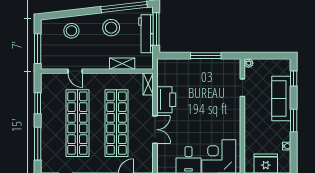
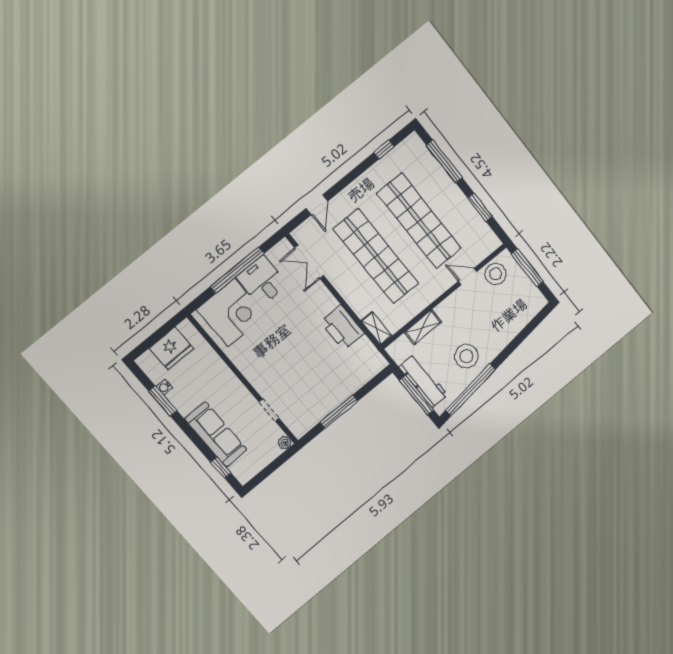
stool: (71, 31) -> (496, 274), moved
window: (294, 121) -> (163, 401), moved
double door: (155, 130) -> (309, 262), moved

